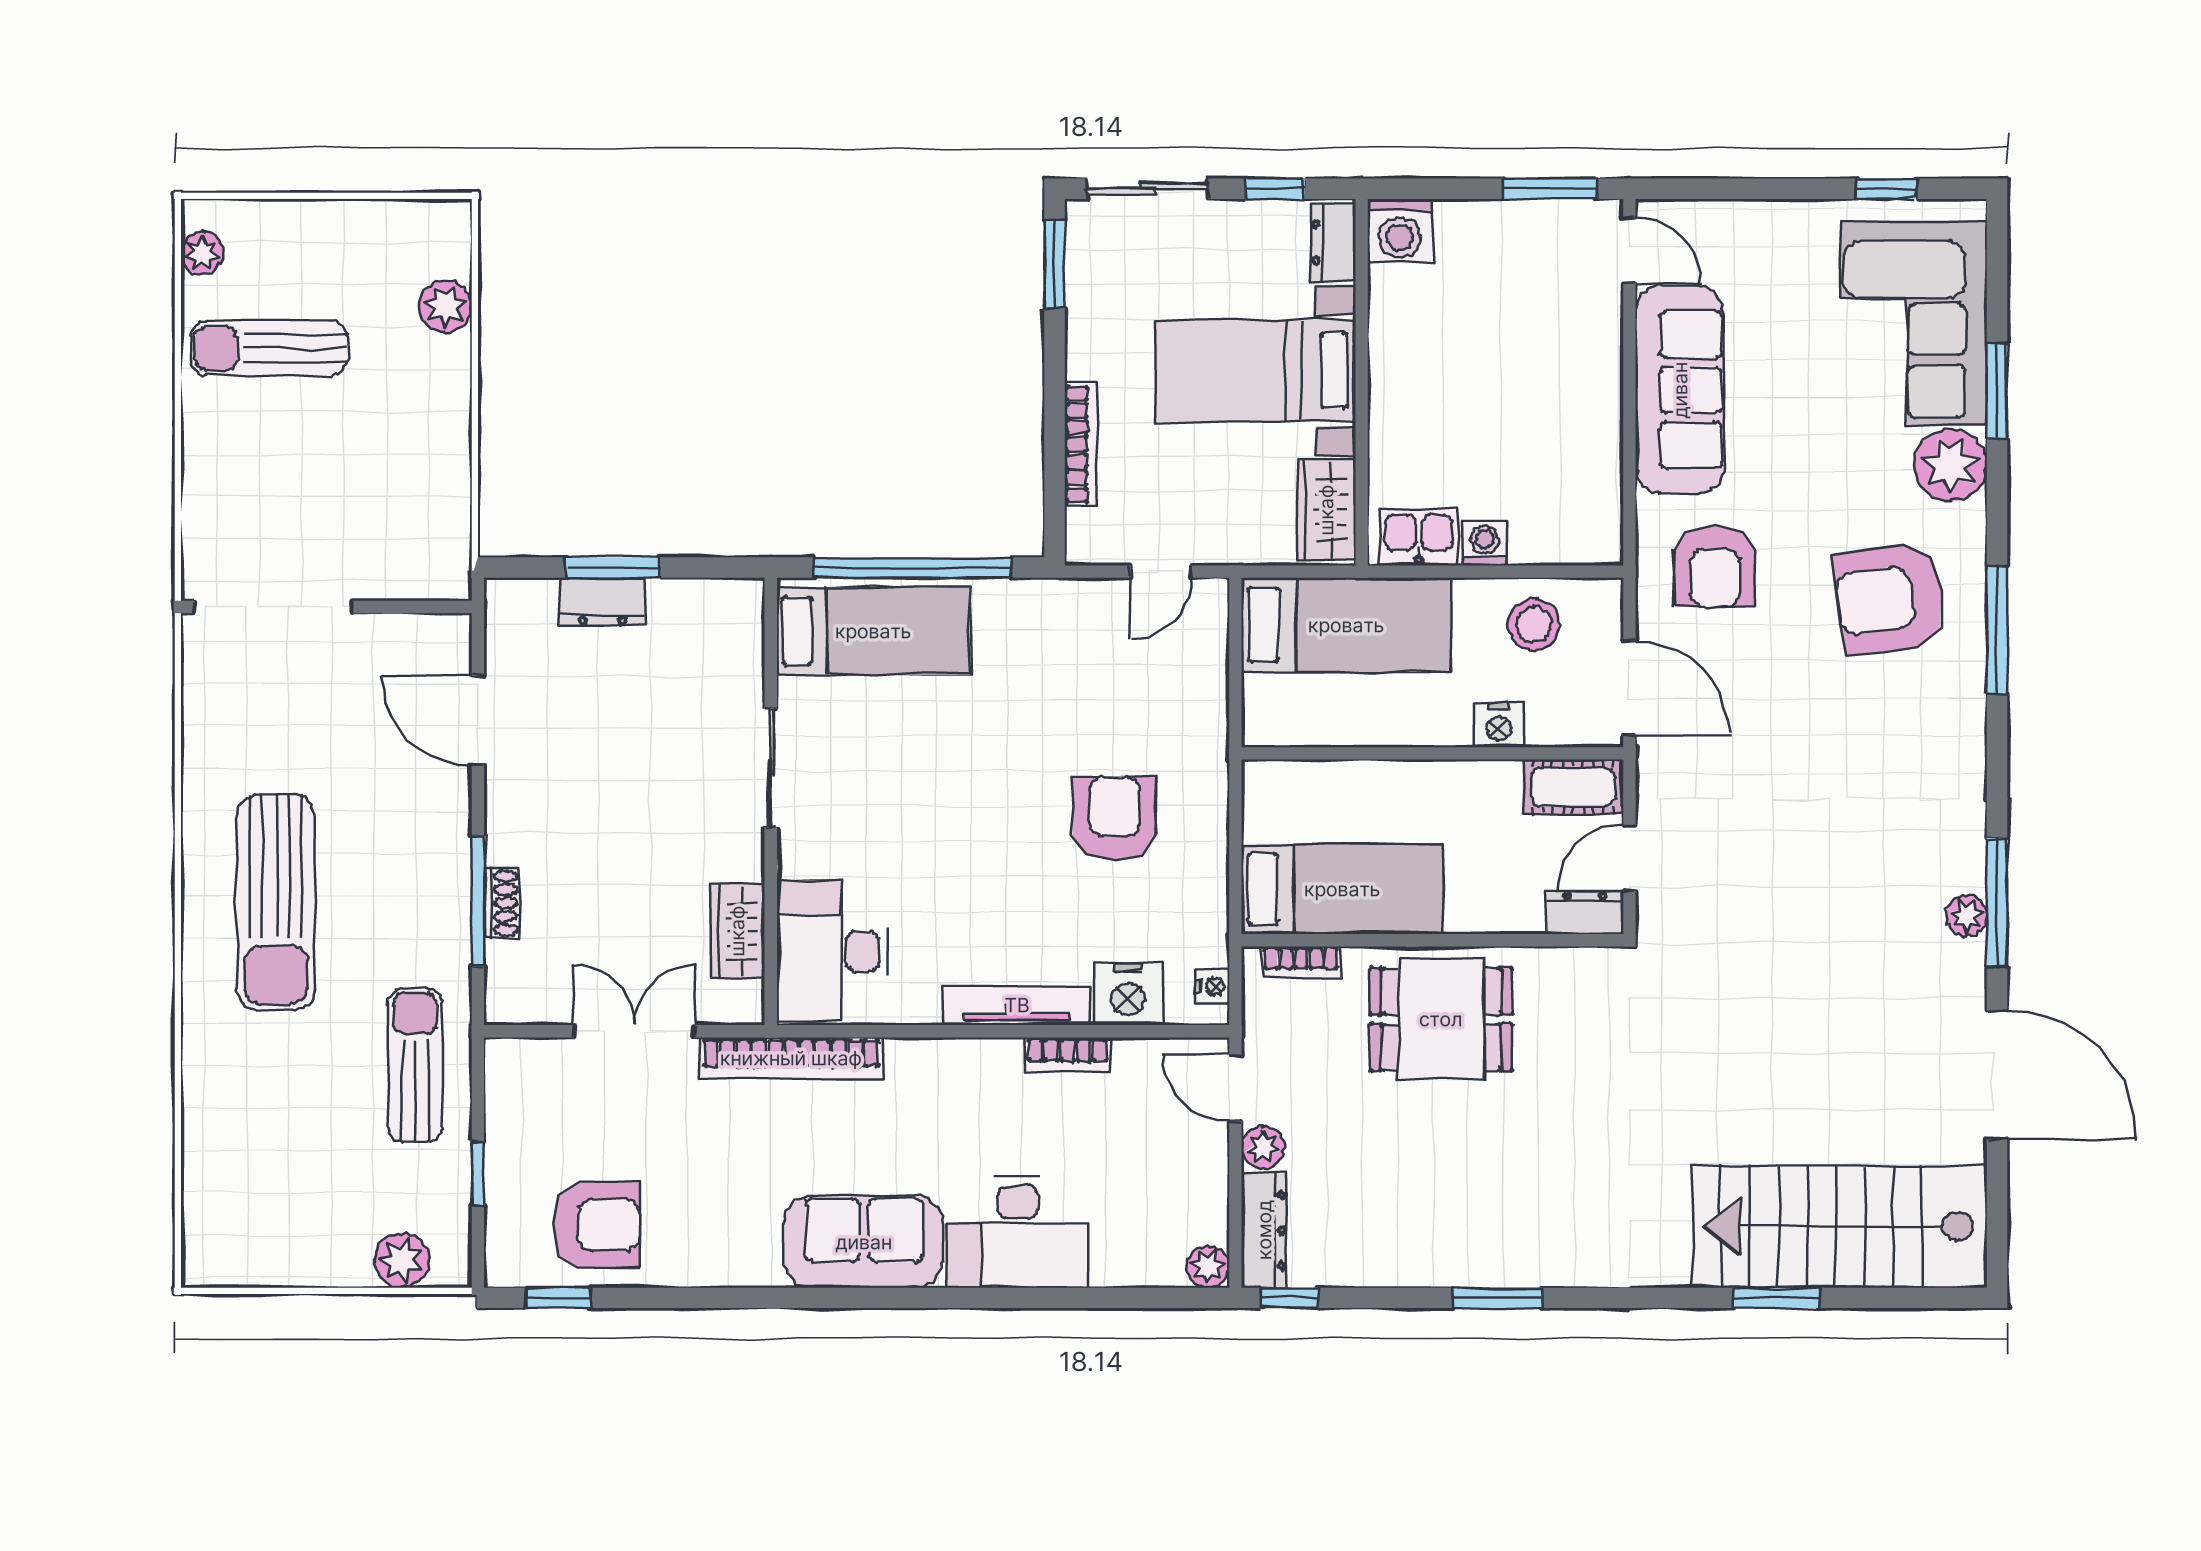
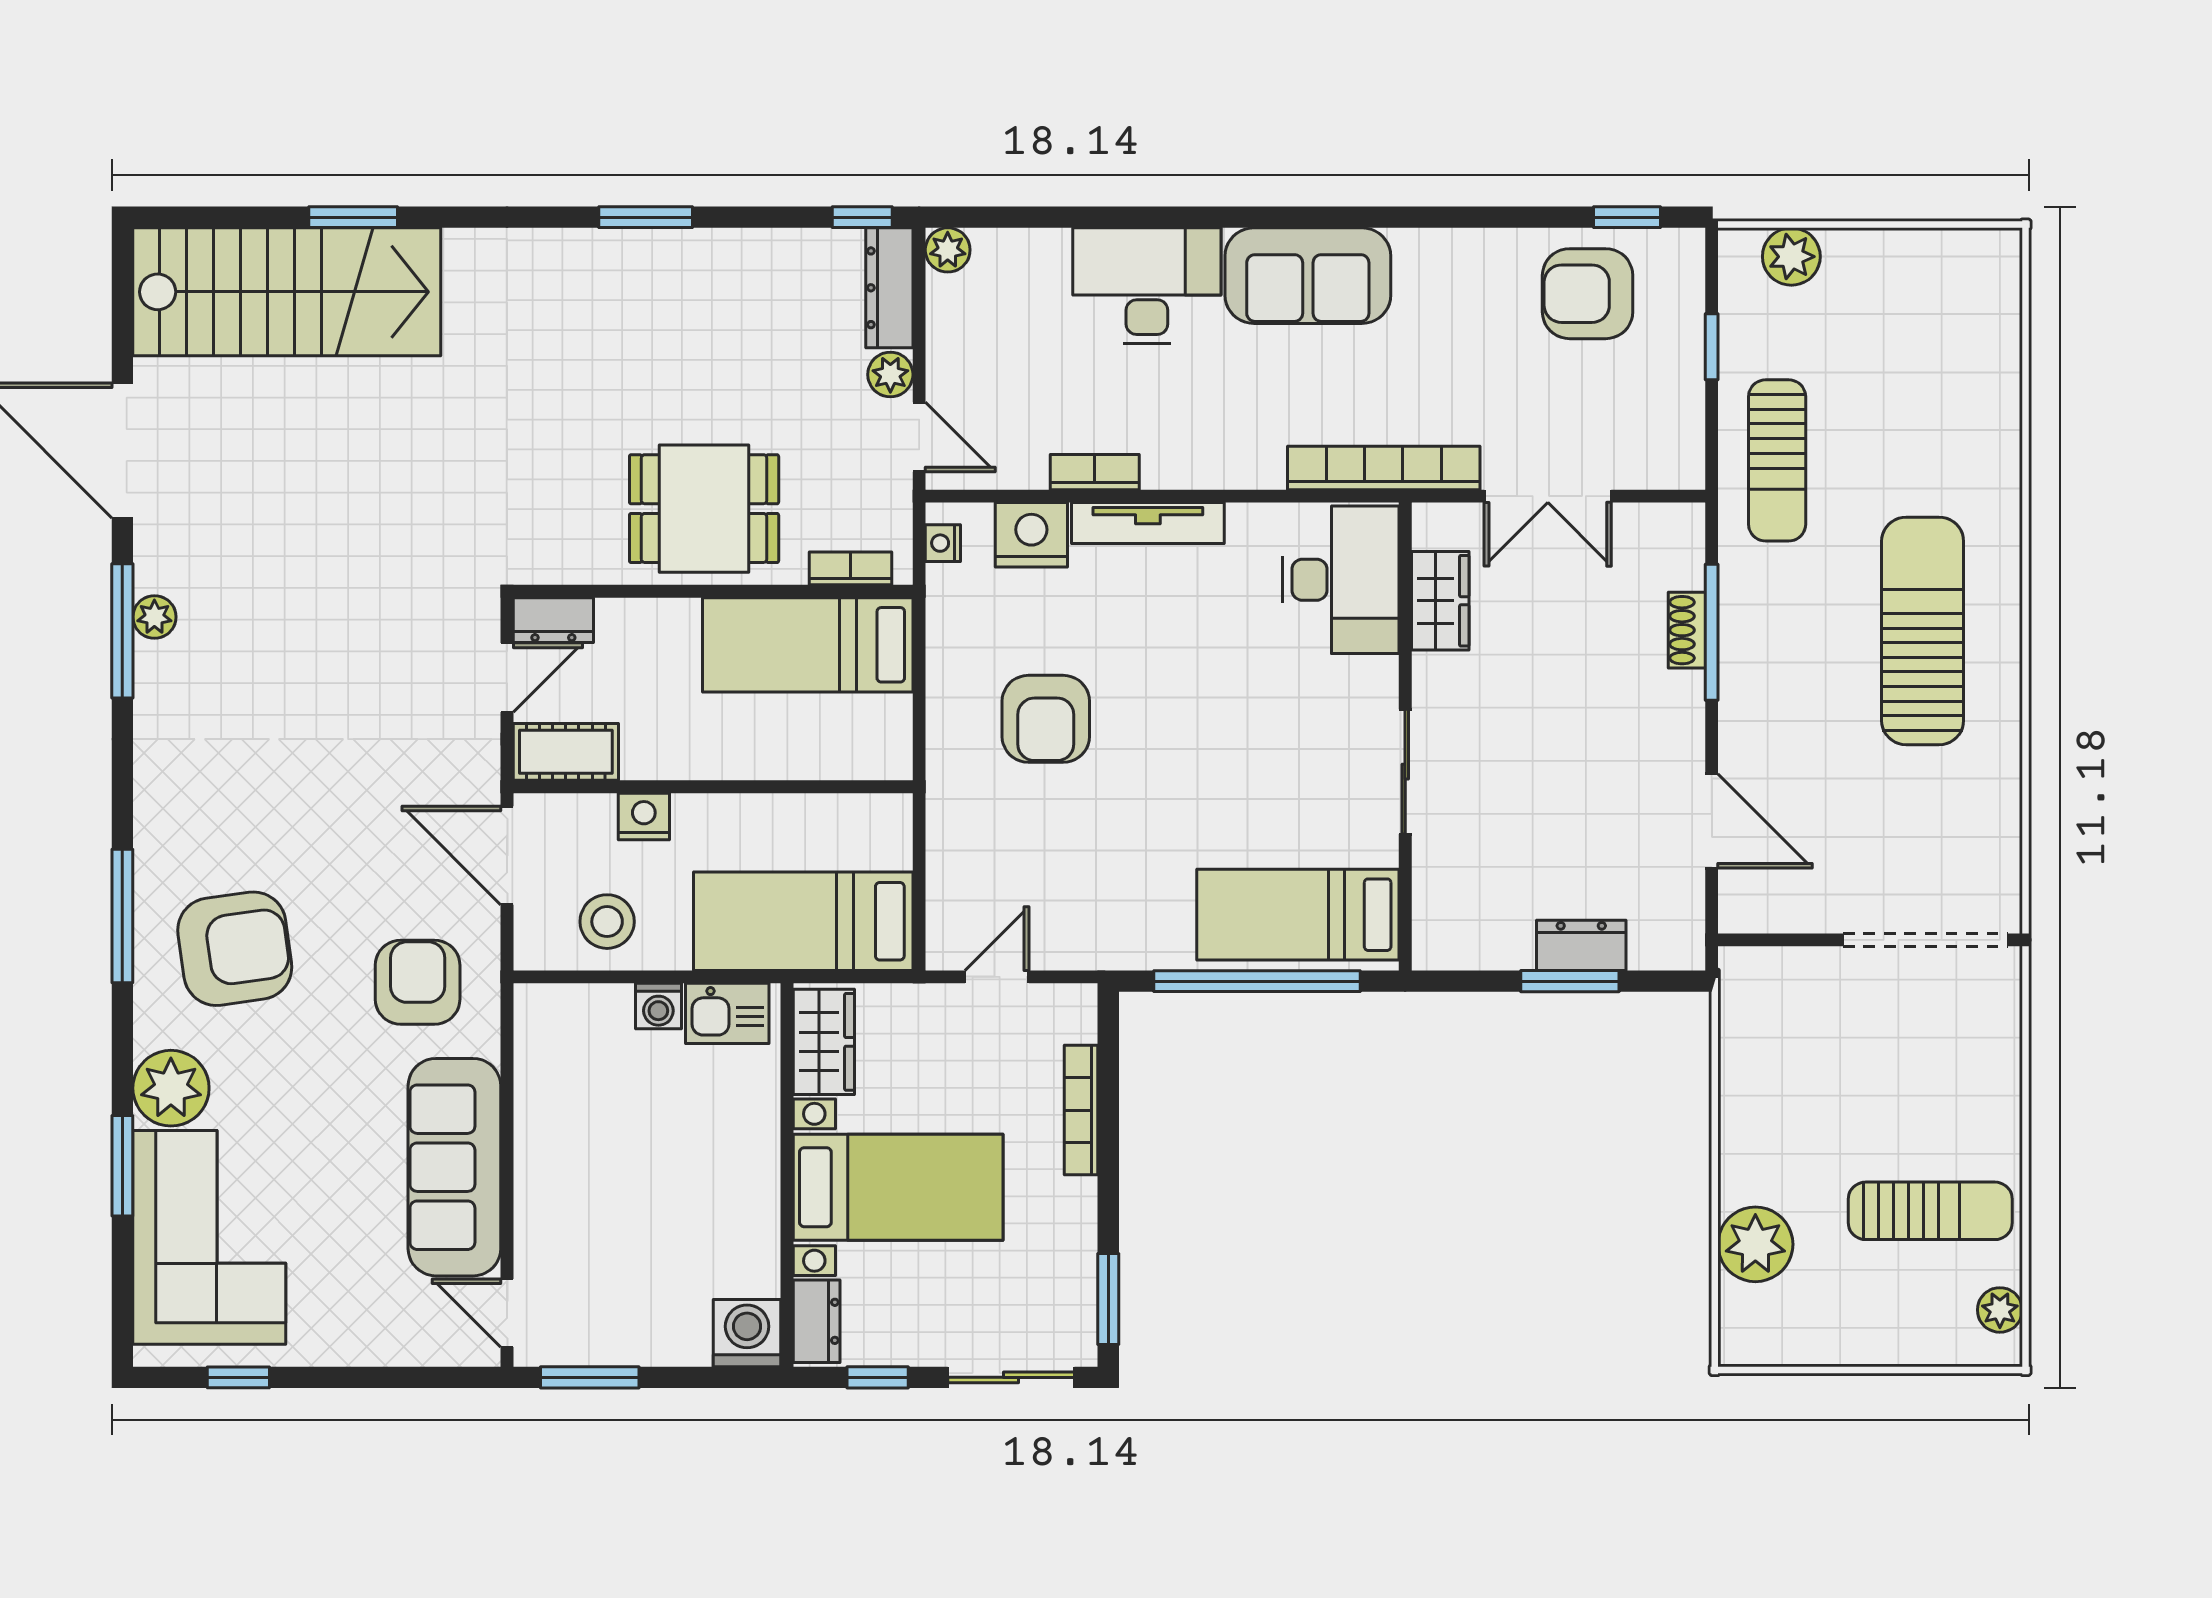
plant: (446, 306) -> (1755, 1244), width x1.36, depth x1.36

